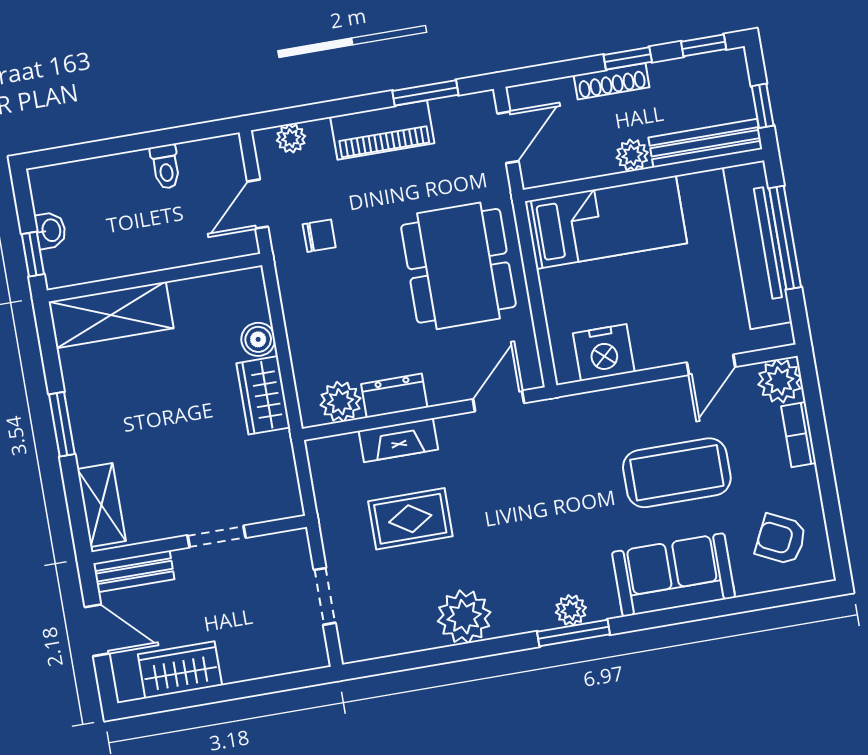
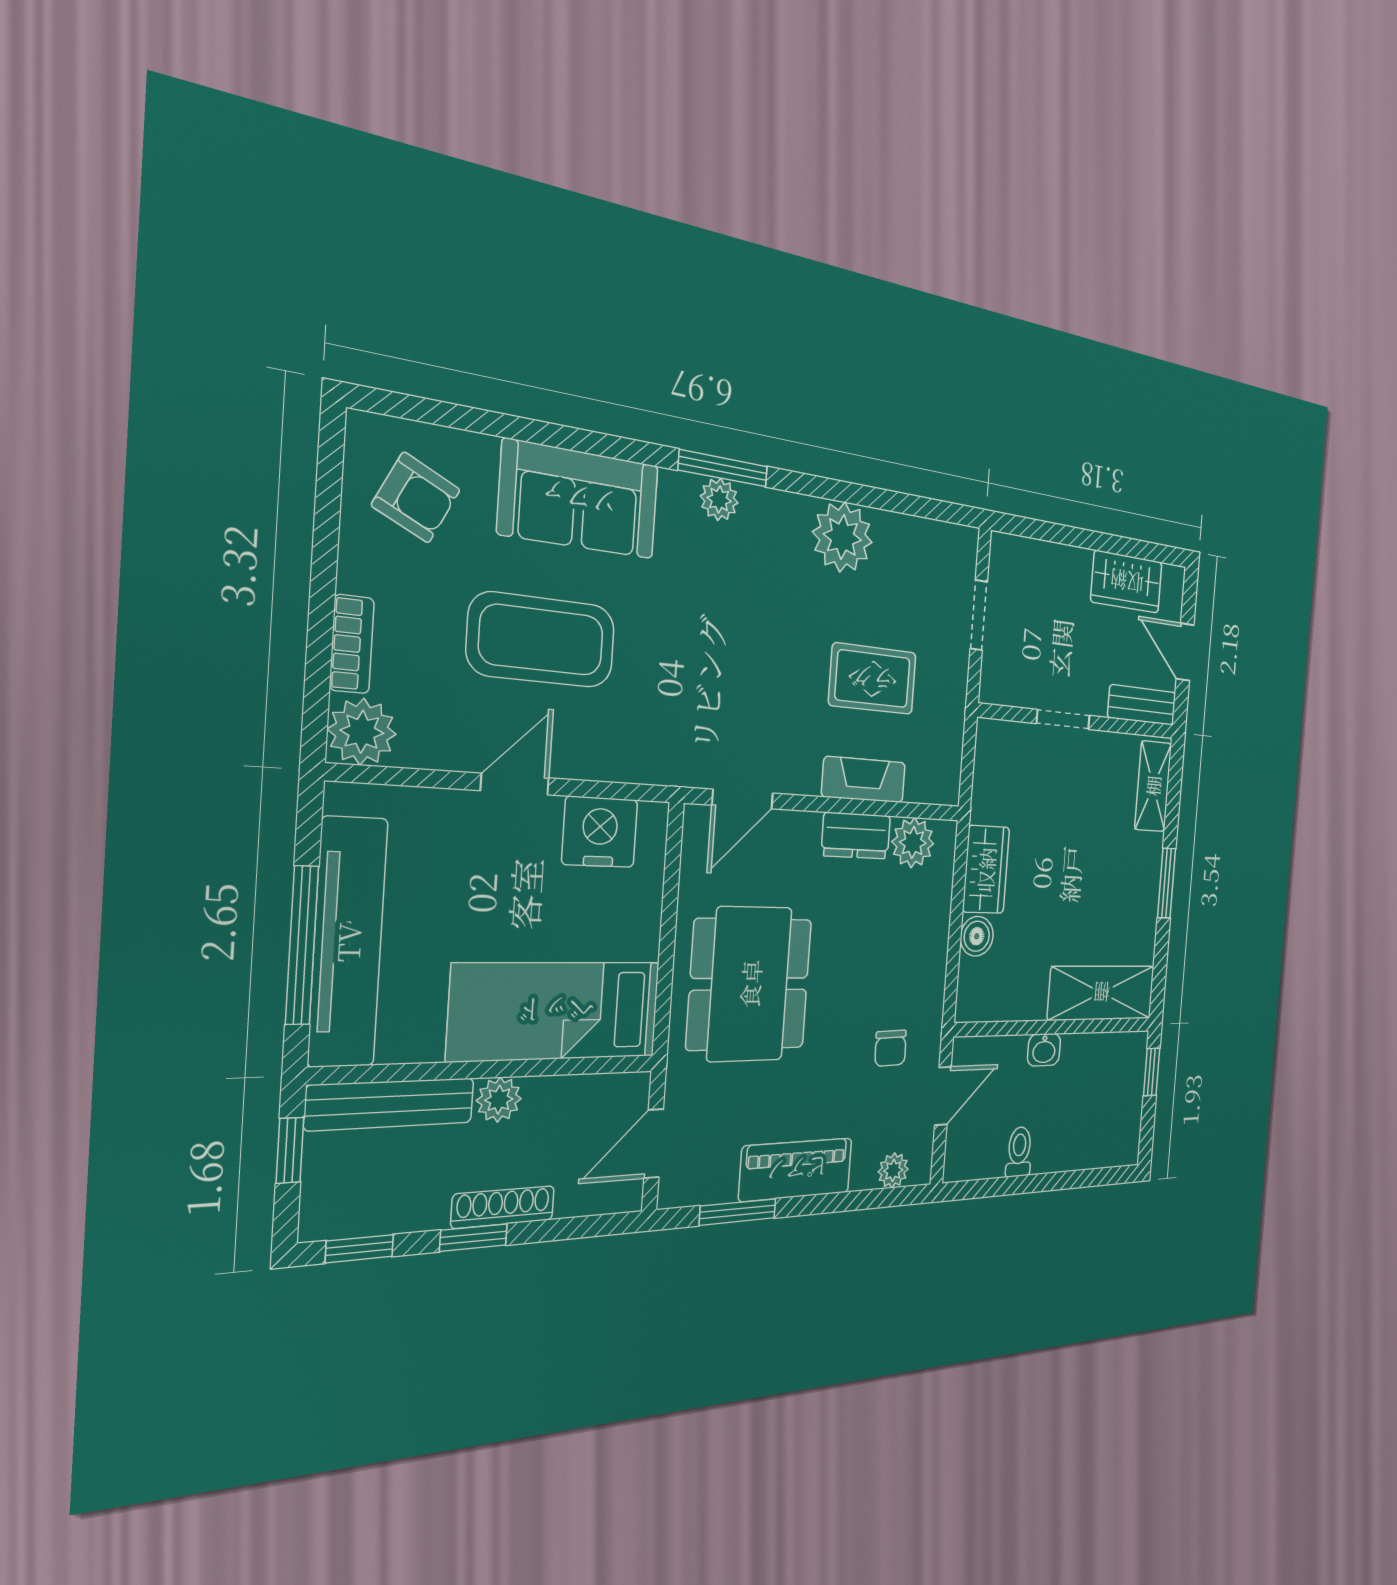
washbasin: (51, 230) -> (1044, 1050), moved, turned -90
chair: (319, 236) -> (891, 1048), turned -92
door: (711, 365) -> (515, 784), moved

